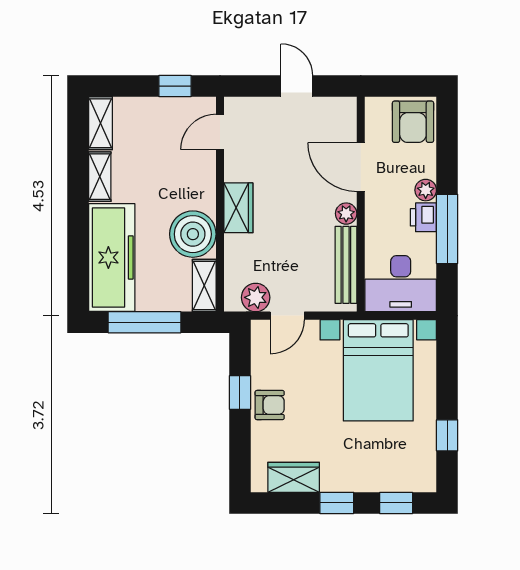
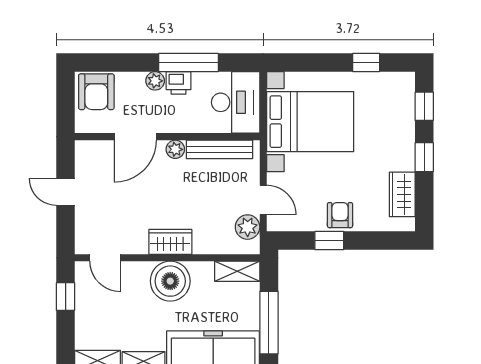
door: (297, 86) -> (66, 192), hinge flipped
armchair: (413, 122) -> (96, 92), turned 90
boiler: (193, 234) -> (170, 281), moved

